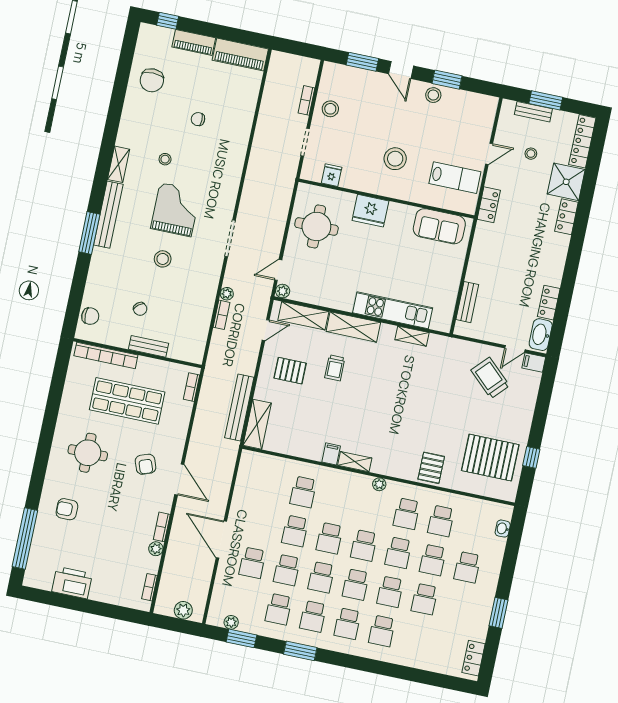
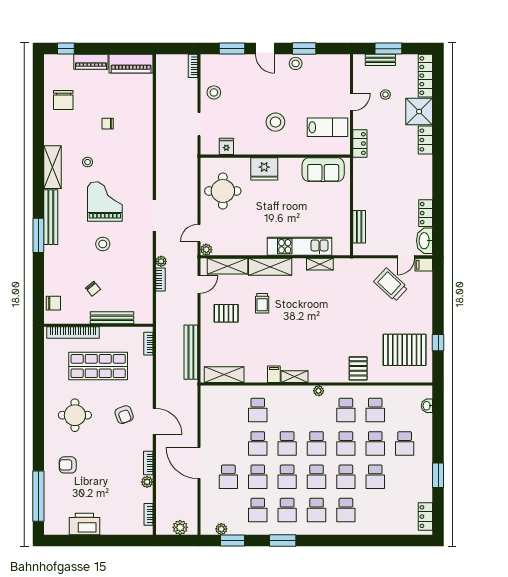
bookcase: (306, 100) -> (193, 66), moved
shelving: (119, 164) -> (53, 167), width x1.50, depth x1.33
bench: (149, 346) -> (112, 318), width x1.36
shelving: (257, 424) -> (224, 375), moved, turned 90

